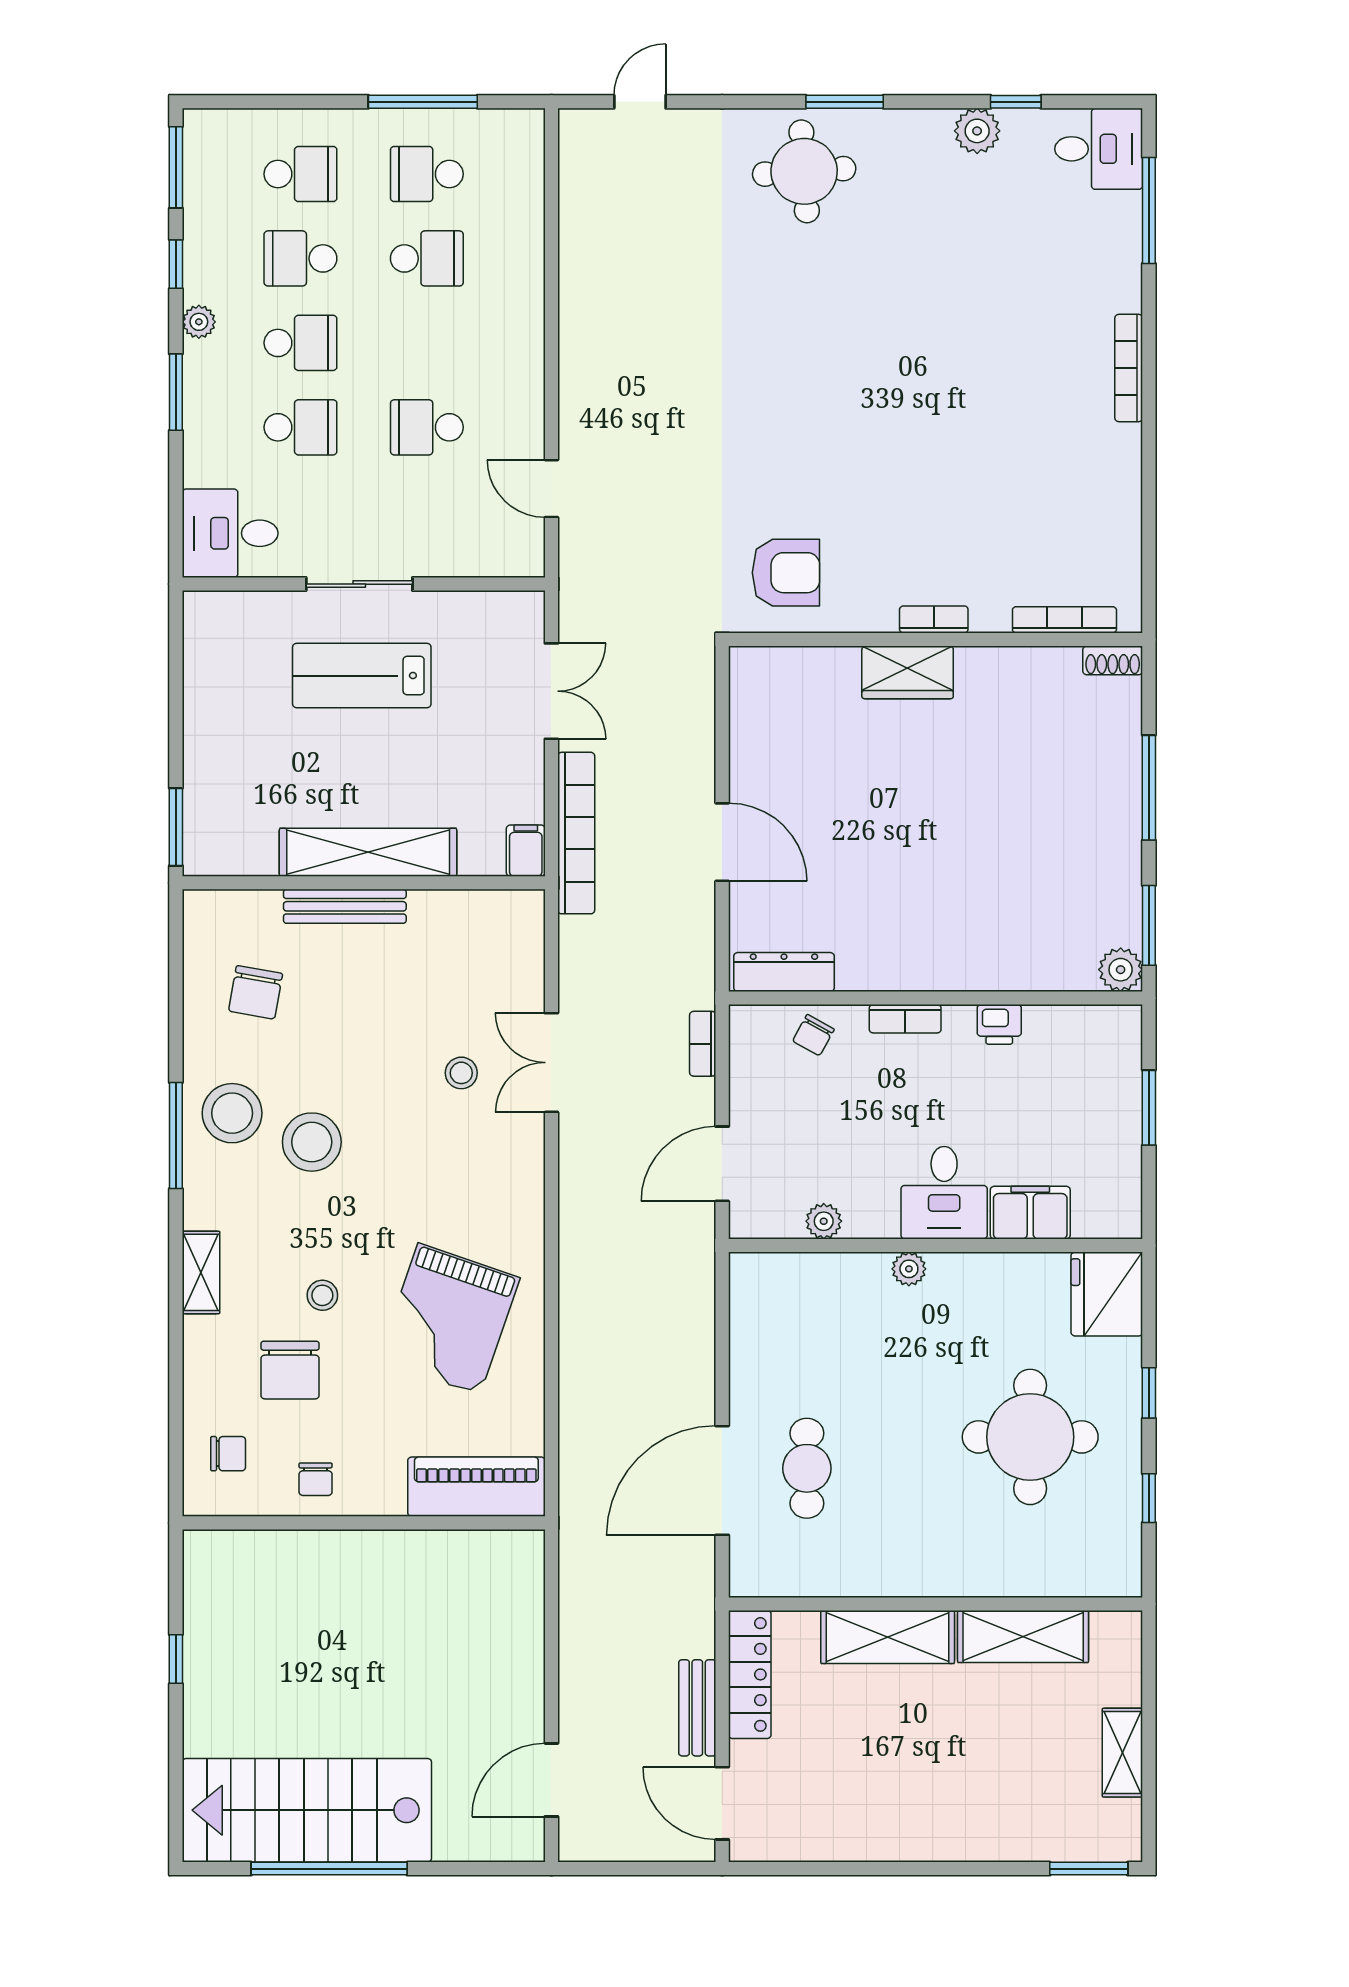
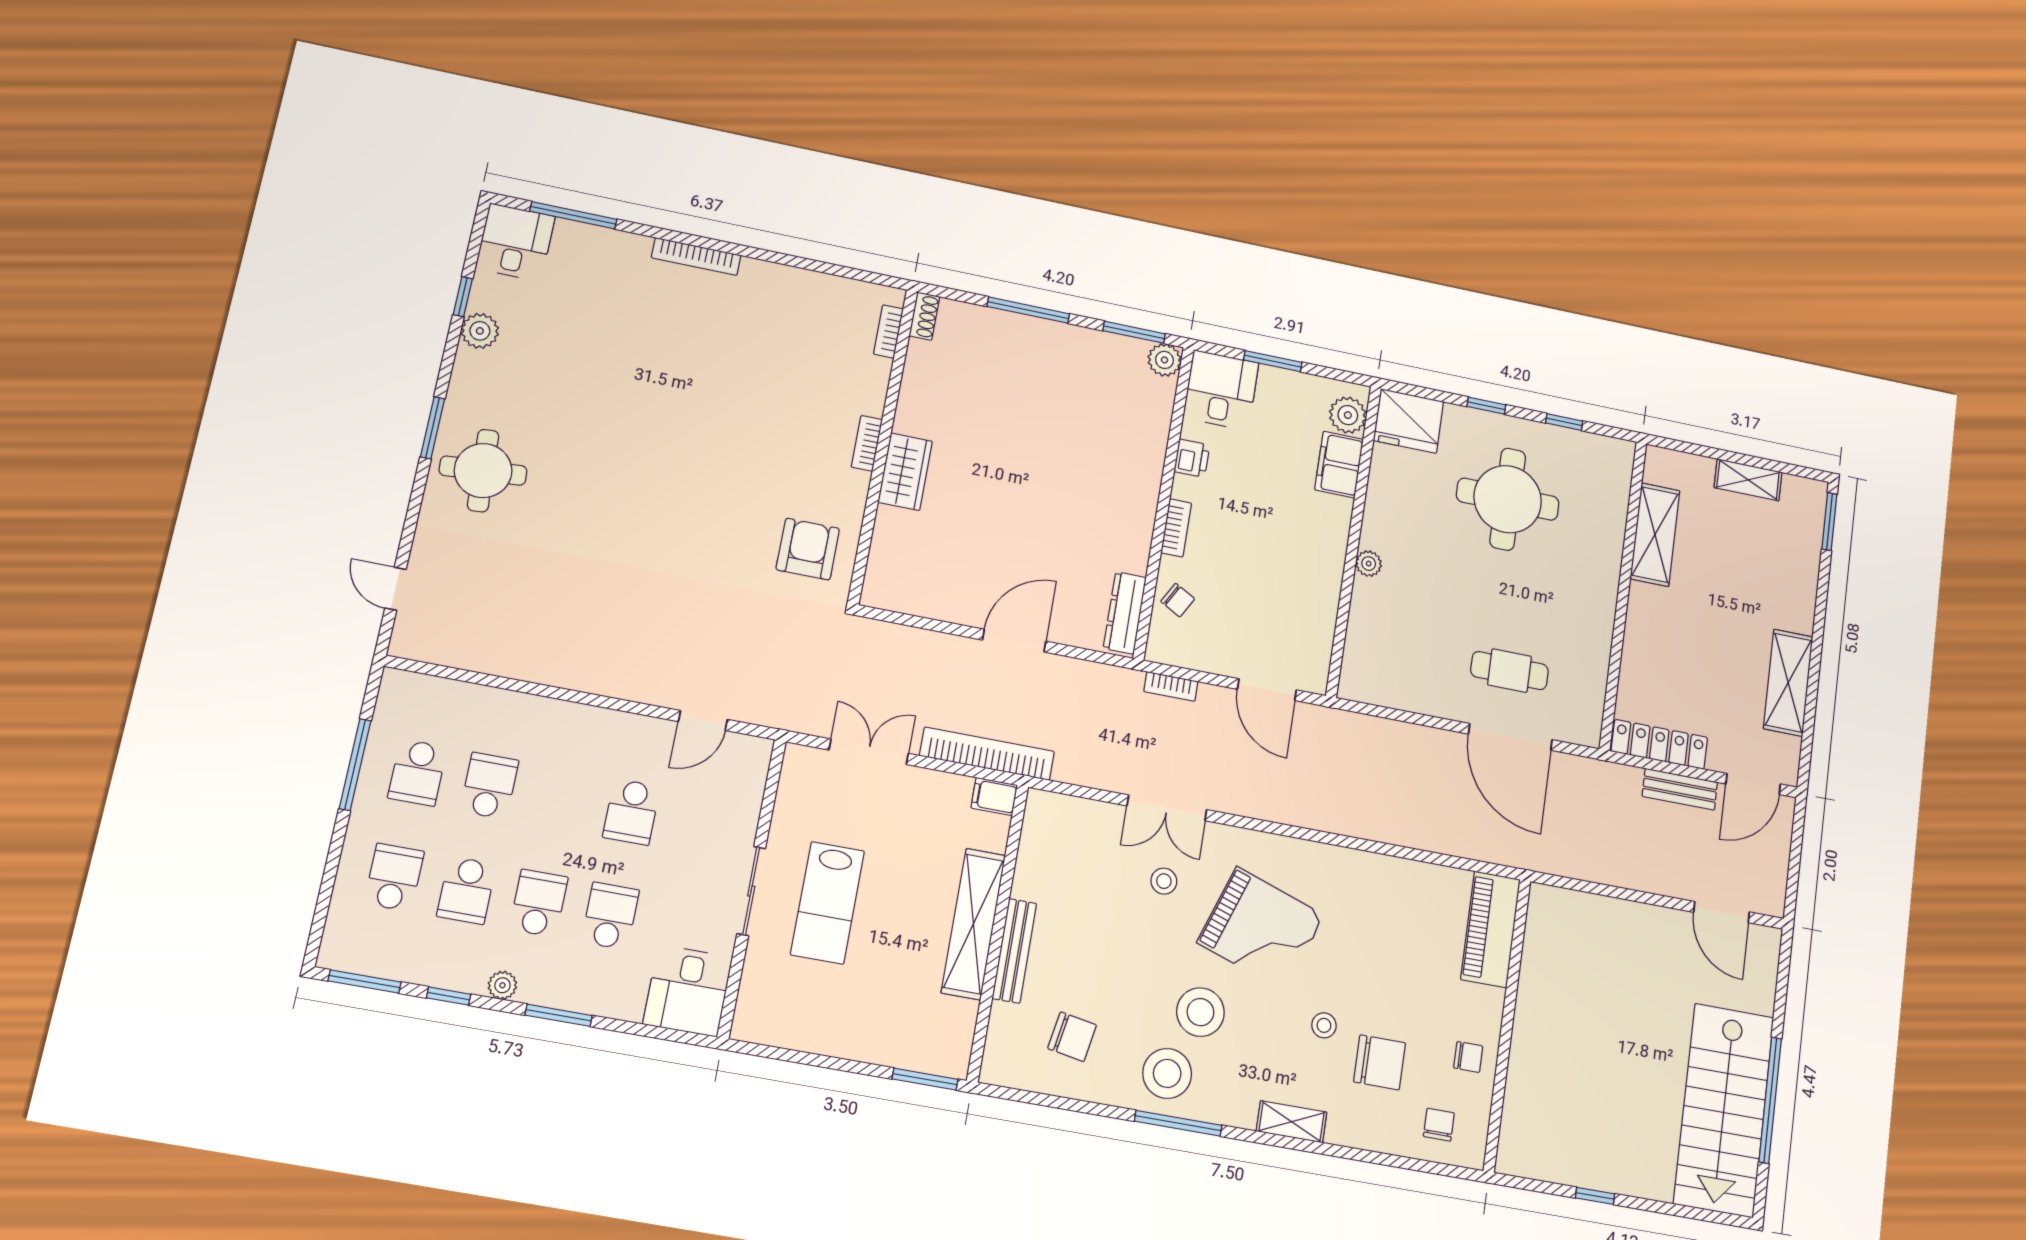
bookcase: (1064, 620) -> (888, 331), width x0.64
desk: (944, 1193) -> (1221, 390), moved, turned -90
plant: (824, 1221) -> (1348, 415), moved, width x1.38, depth x1.38
grand piano: (449, 1319) -> (1261, 929), moved
shelving: (888, 1637) -> (1788, 683), moved

